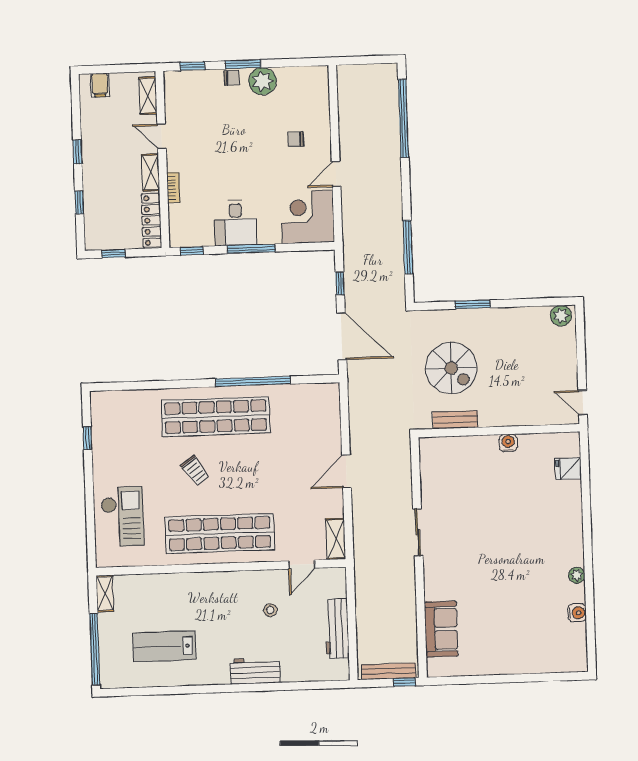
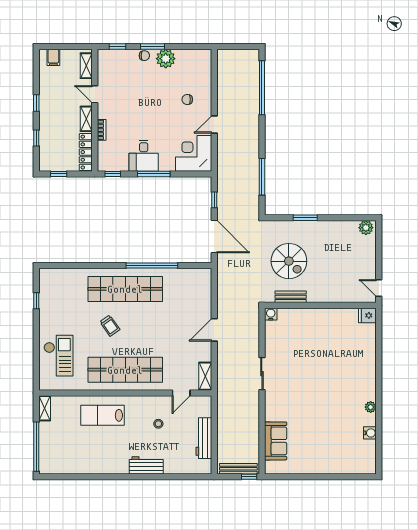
water cooler: (508, 443) -> (271, 314), moved
fridge: (568, 469) -> (367, 315), moved
lab bench: (164, 646) -> (103, 415), moved

